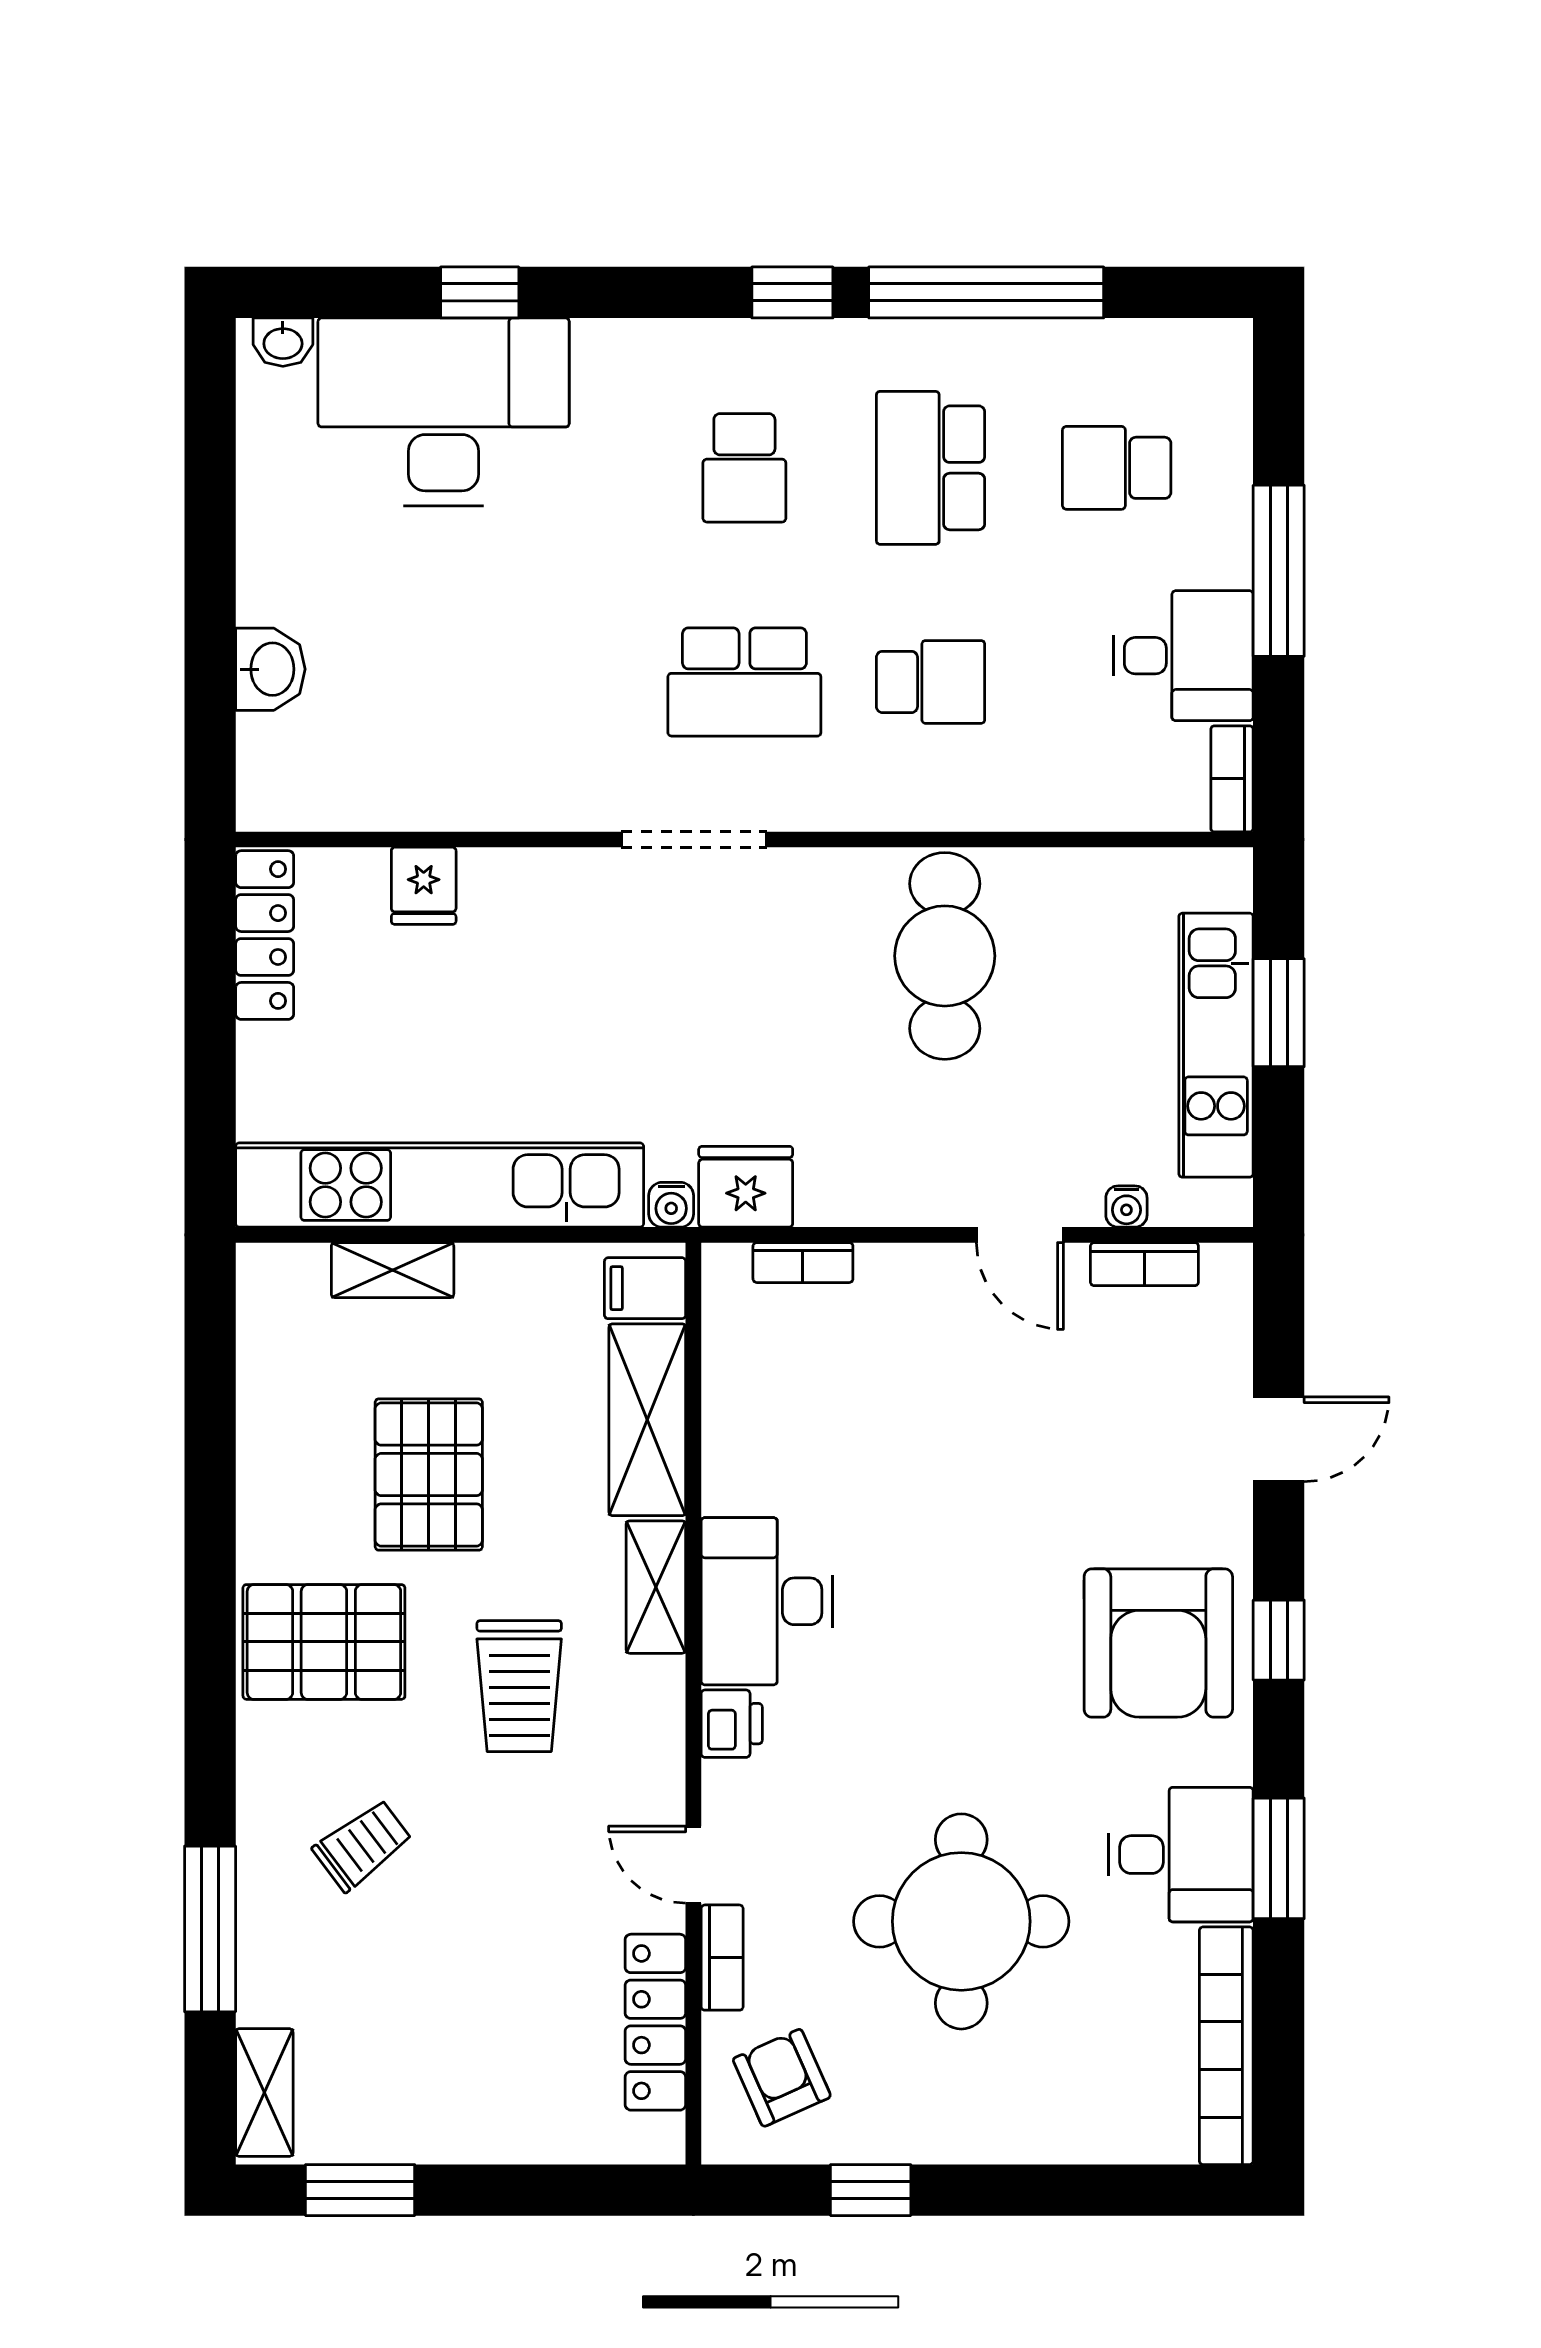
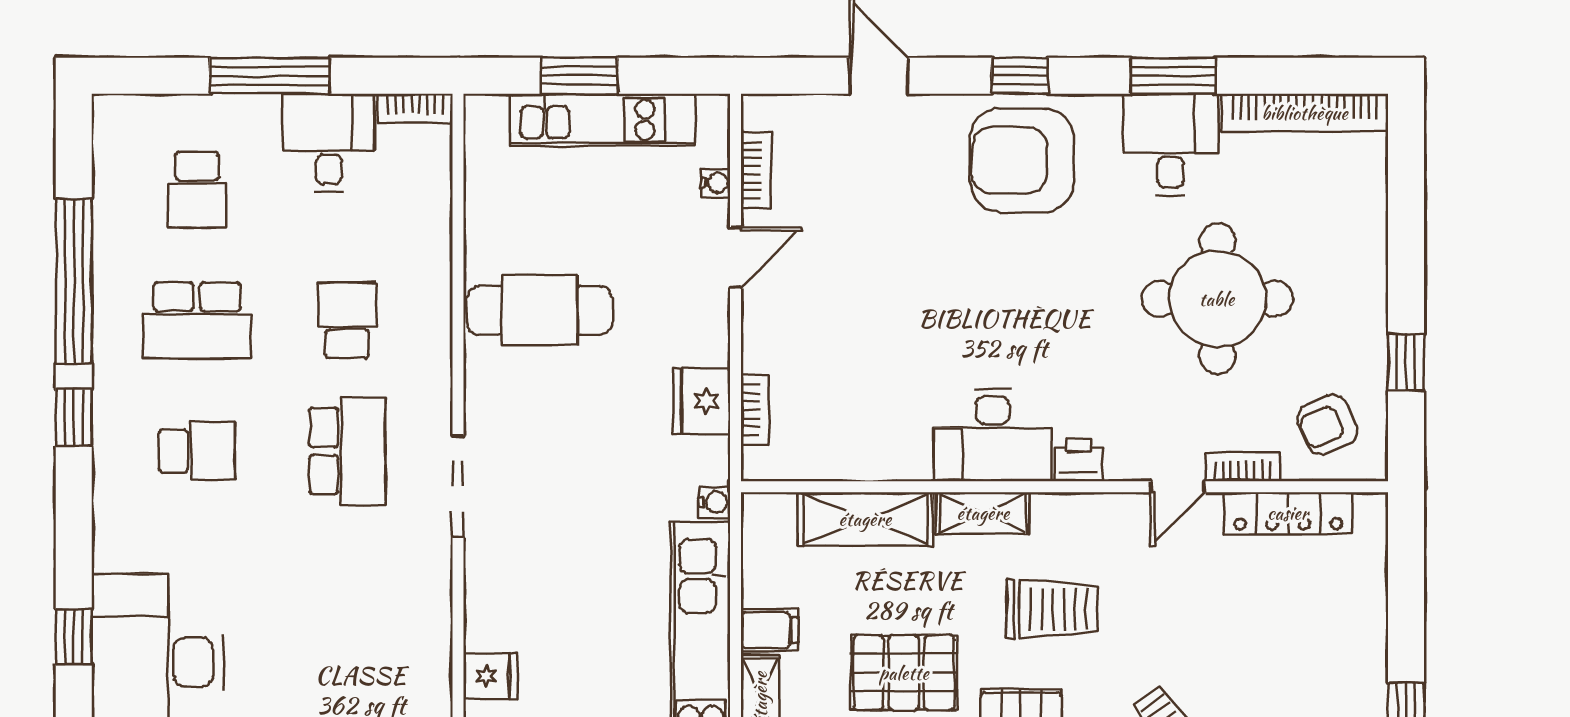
fridge: (746, 1187) -> (702, 401), moved
filing cabinet: (645, 1288) -> (769, 630), moved, turned -90
armchair: (1158, 1643) -> (1022, 160), turned 180

